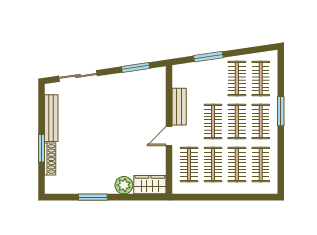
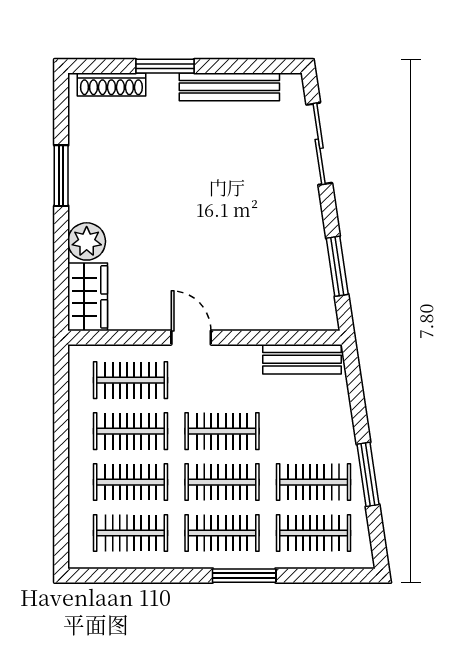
window: (208, 57) -> (368, 474), moved
bench: (179, 107) -> (302, 359), moved
shoe rack: (50, 159) -> (111, 84), moved

